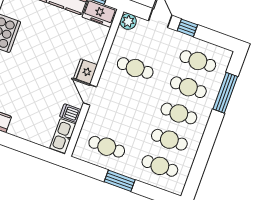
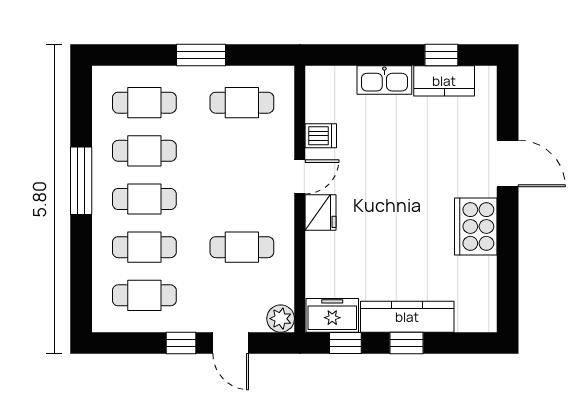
window: (225, 93) -> (81, 181), moved
door: (90, 95) -> (300, 177), hinge flipped
kitchen sink: (63, 136) -> (384, 80), moved, turned 90

